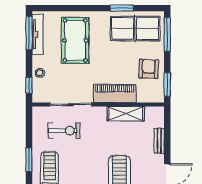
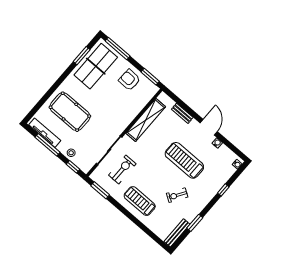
window: (122, 8) -> (82, 56), moved
window: (29, 33) -> (48, 145), moved
piano: (115, 93) -> (126, 116), removed
shelving: (126, 114) -> (146, 120), width x1.47
window: (29, 160) -> (100, 190), moved

